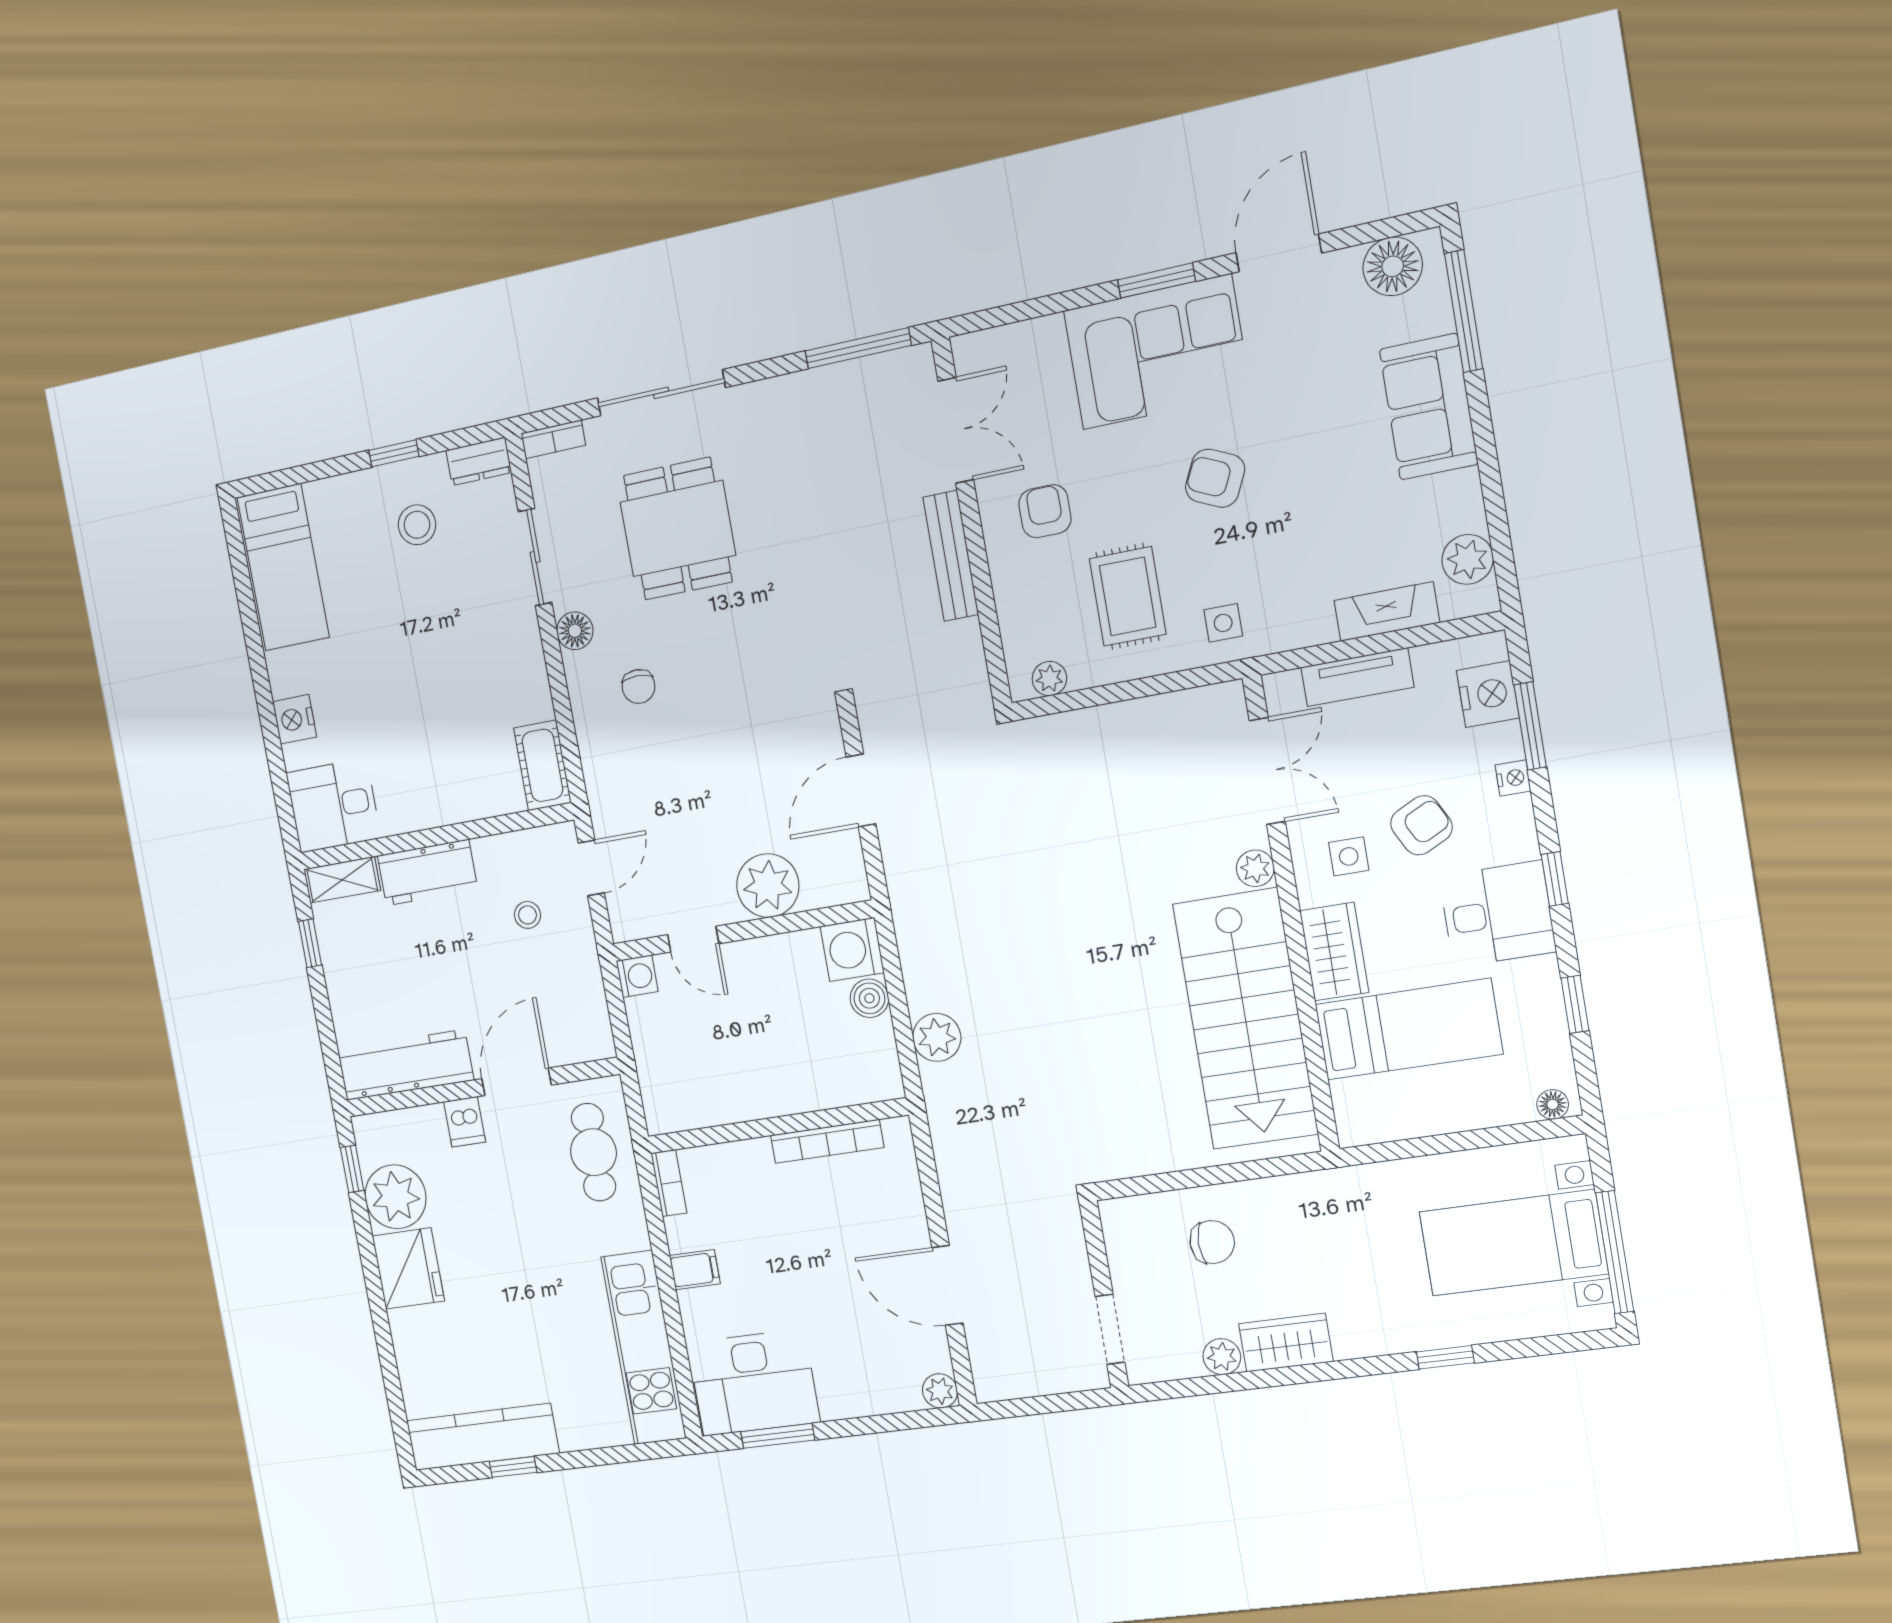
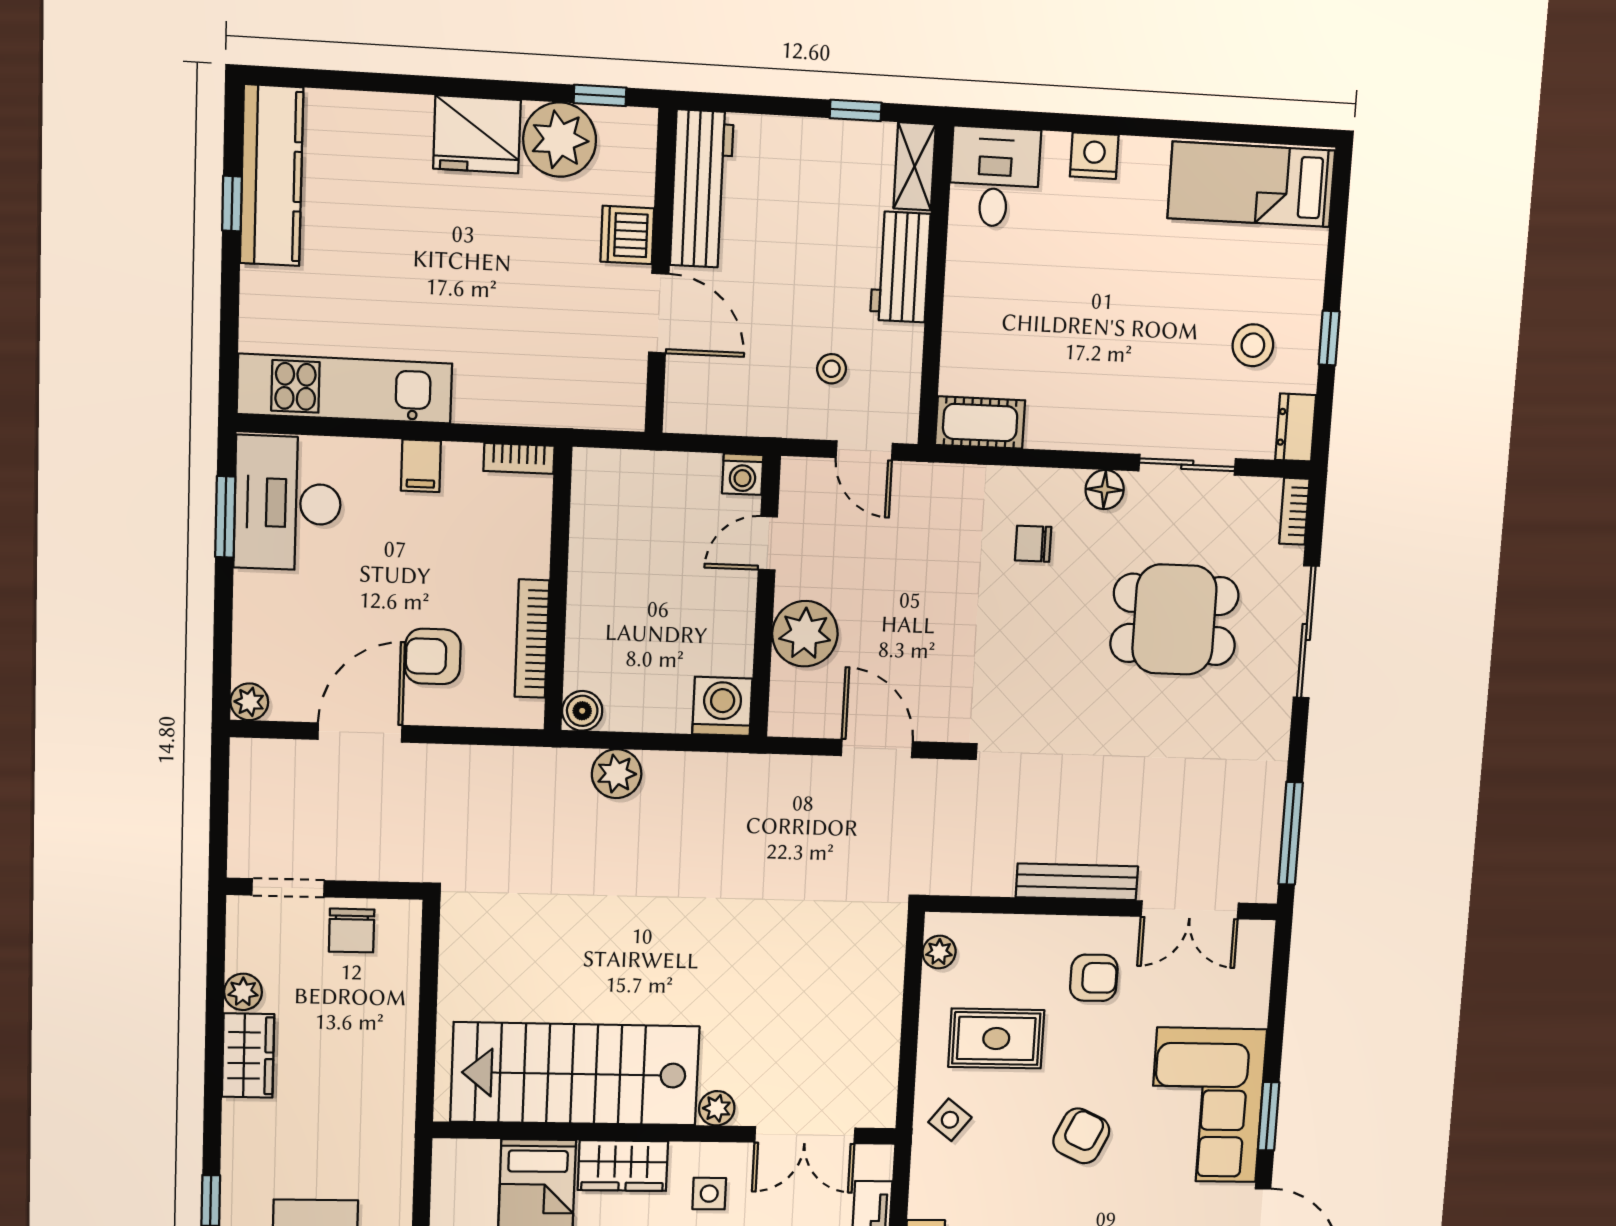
side table: (1223, 623) -> (950, 1120), turned 38
boiler: (869, 998) -> (582, 711), moved
dishwasher: (465, 1122) -> (627, 235), width x1.38
cafe table: (593, 1152) -> (567, 382), removed
armchair: (863, 1230) -> (433, 656), added
chair: (1212, 1242) -> (352, 931), moved

